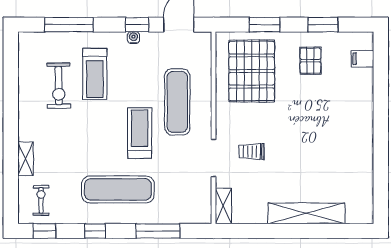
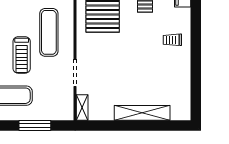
treadmill: (140, 133) -> (22, 55), turned 180
trolley: (251, 152) -> (172, 40), moved

